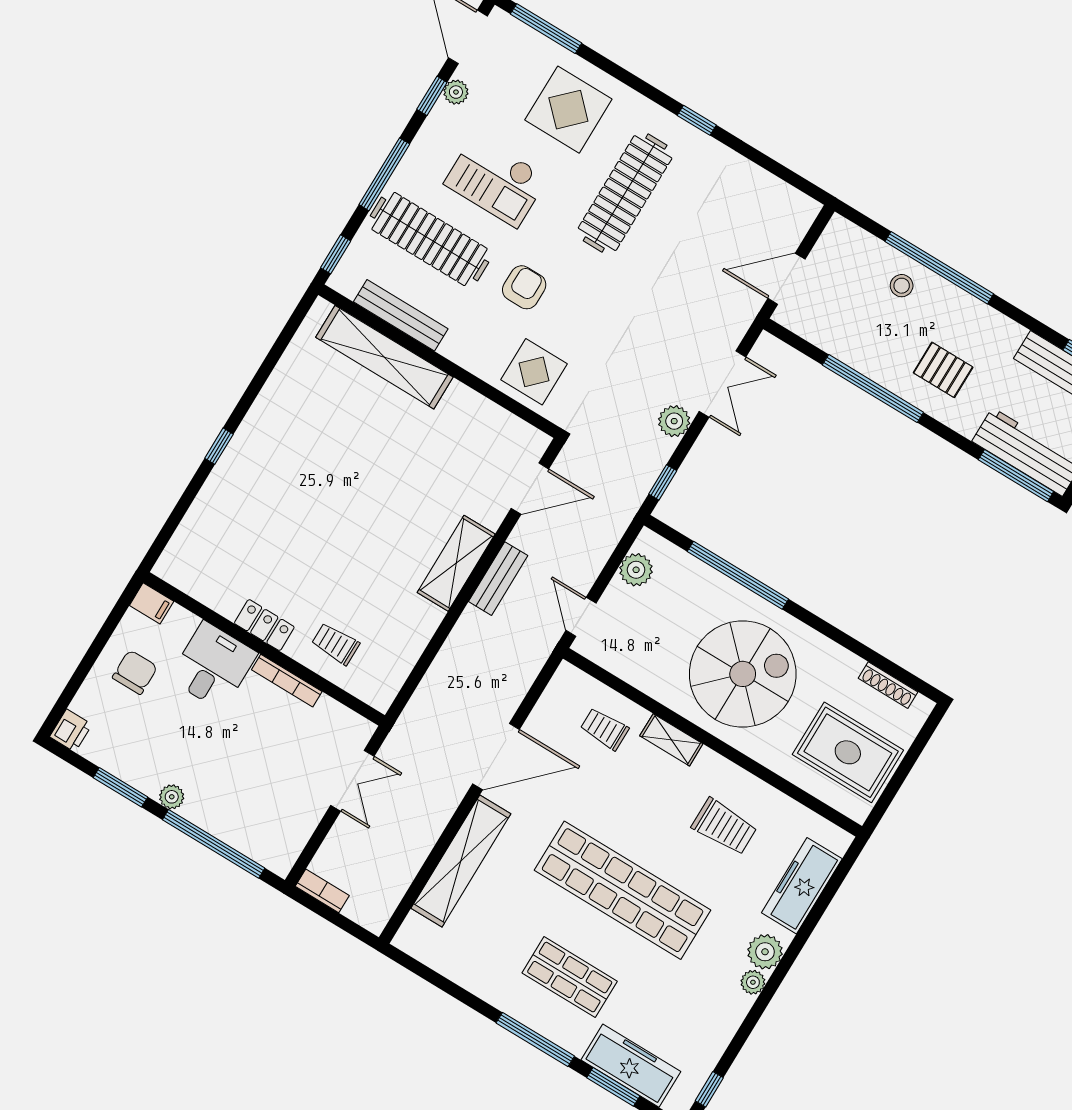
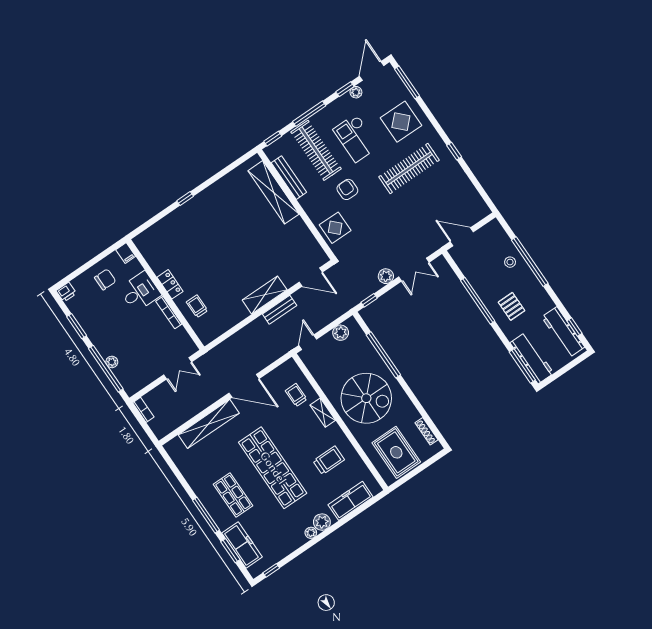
armchair: (524, 287) -> (347, 189), turned -90
plant: (172, 797) -> (112, 362), moved
trolley: (724, 827) -> (329, 460), turned -90

